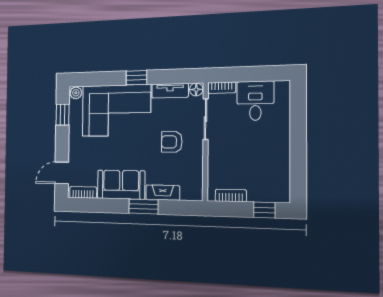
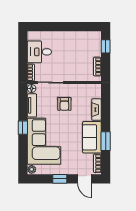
window: (63, 115) -> (60, 179), moved
window: (143, 207) -> (106, 141), moved

